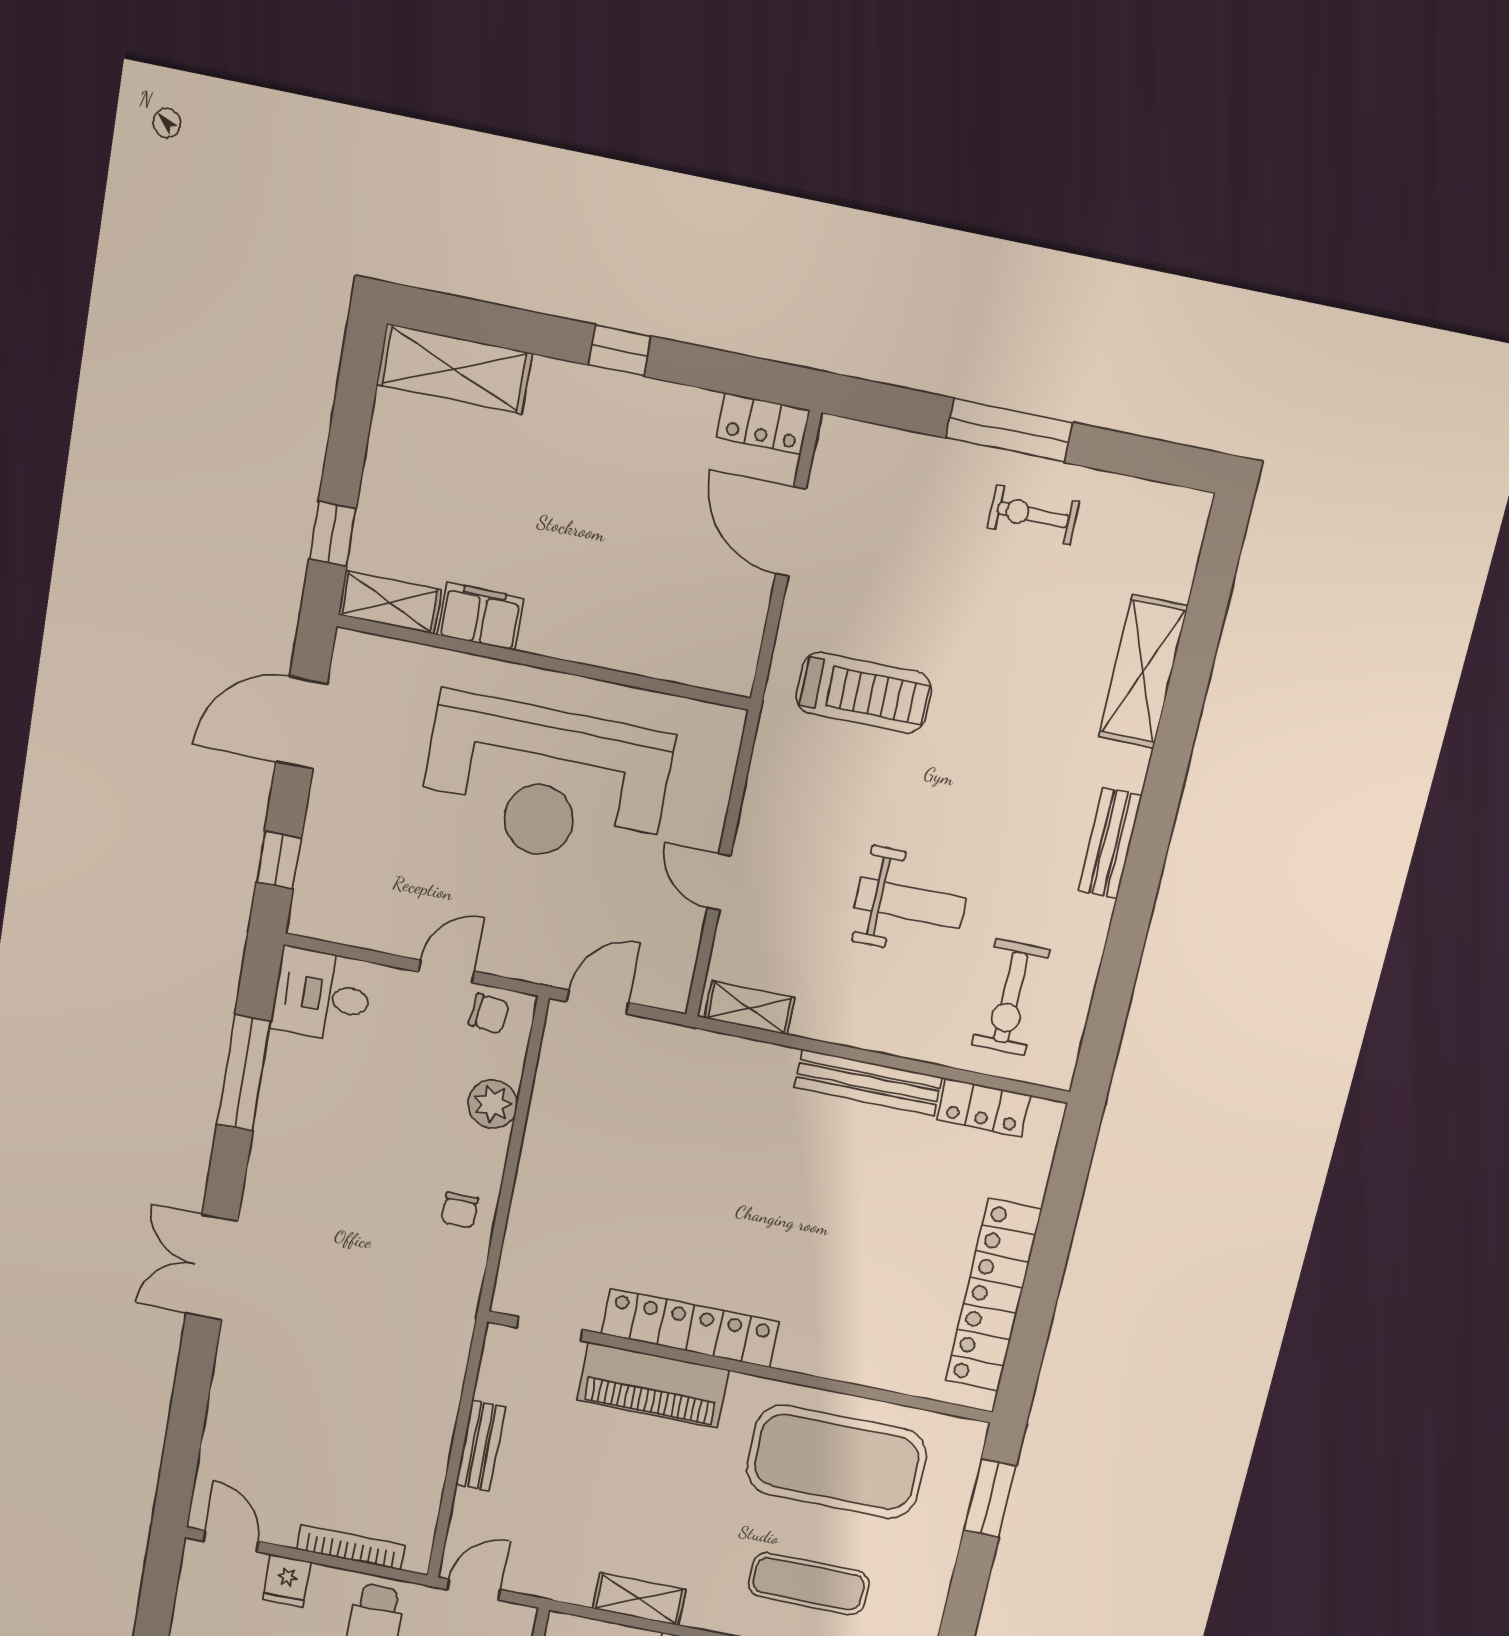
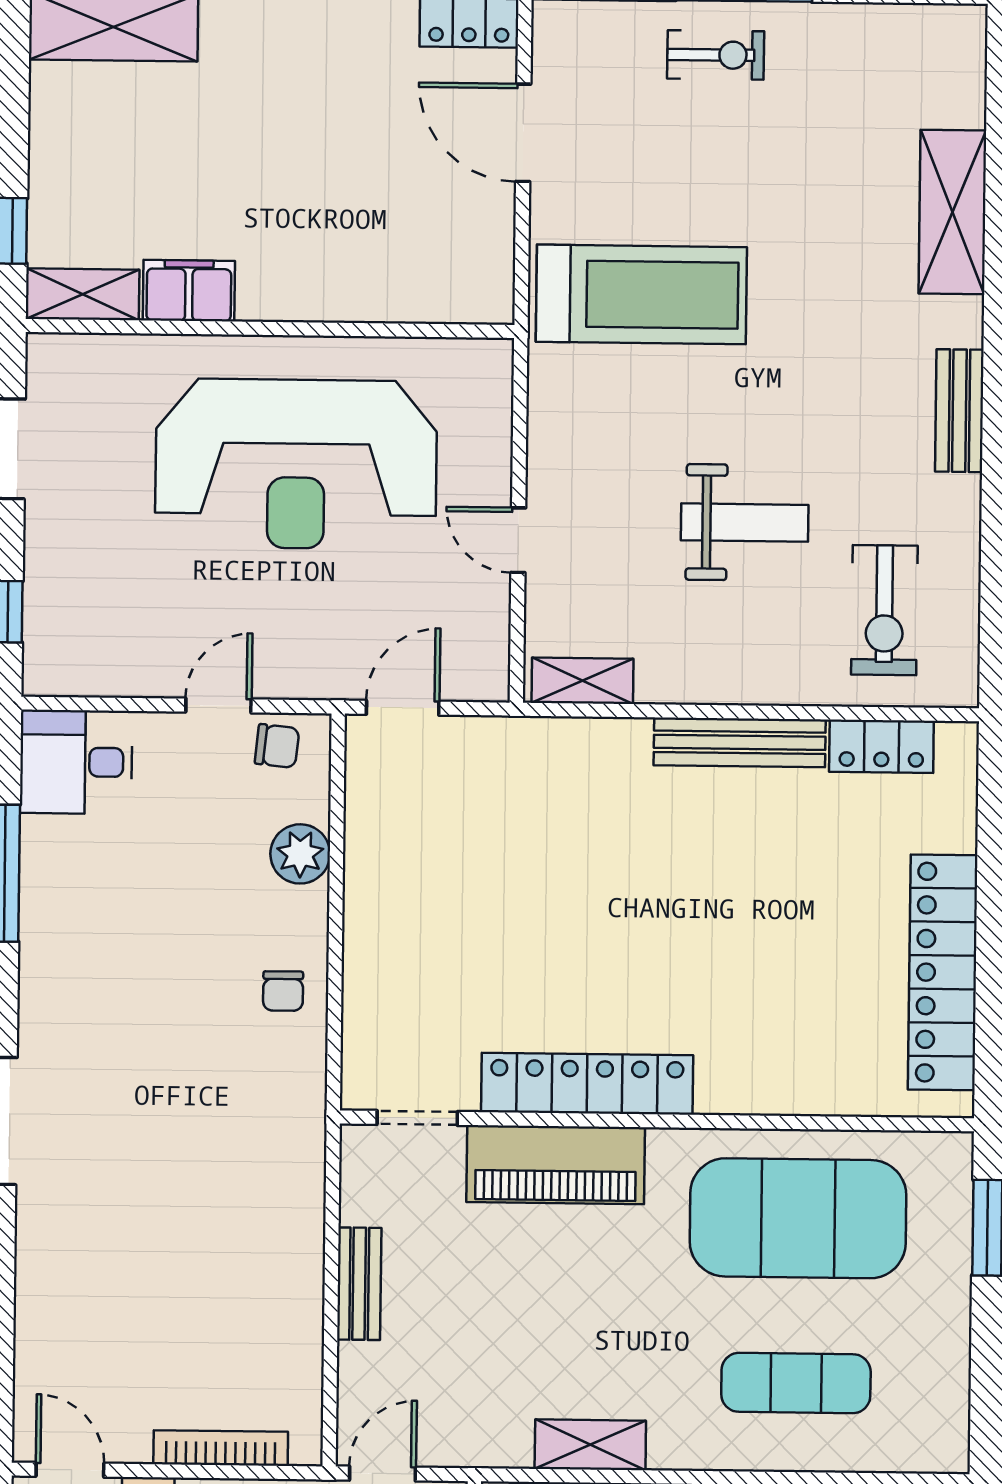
exercise bike: (1033, 515) -> (716, 55), moved, turned 180
treadmill: (864, 693) -> (641, 294), width x1.37, depth x1.38

